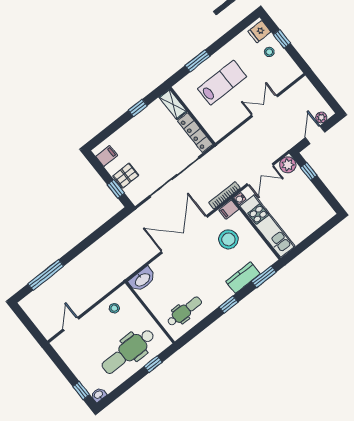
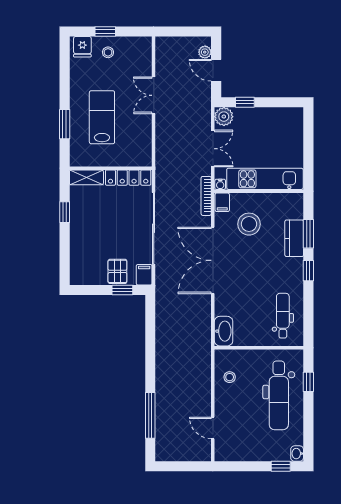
filing cabinet: (107, 156) -> (144, 275), moved
window: (264, 277) -> (308, 234), moved

